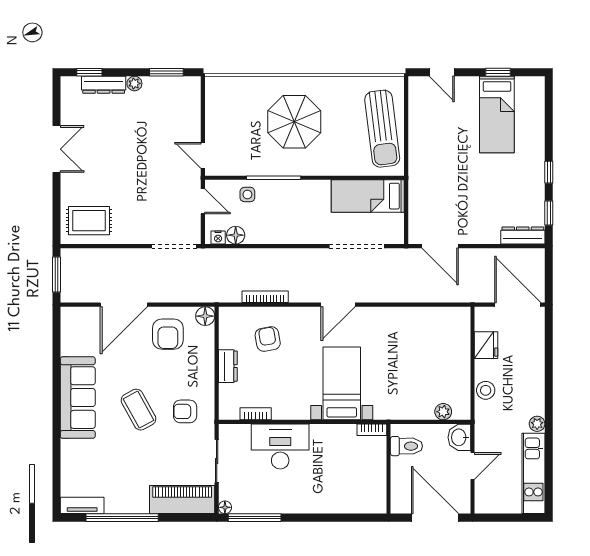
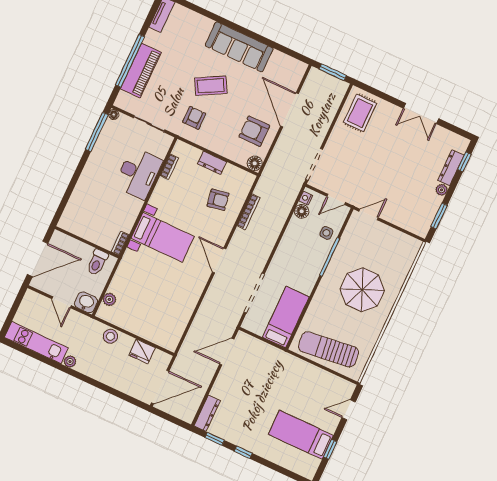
piano: (182, 500) -> (141, 71), moved
window: (122, 518) -> (130, 61), moved

